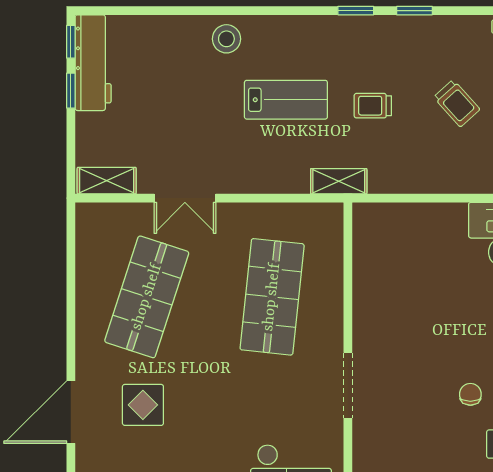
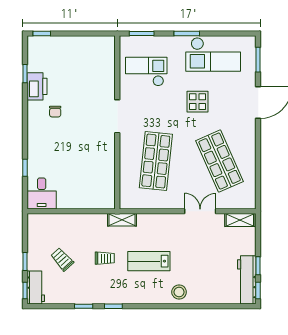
shop shelf: (147, 297) -> (220, 161), turned -42
display table: (143, 405) -> (198, 102), moved

